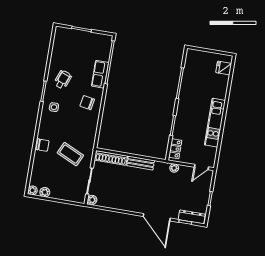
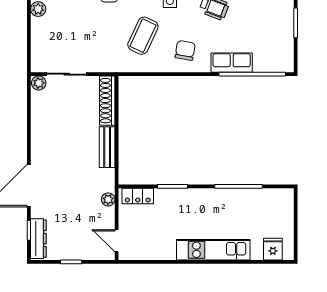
kitchen unit: (215, 123) -> (213, 250), moved
coffee table: (70, 154) -> (143, 36), moved

